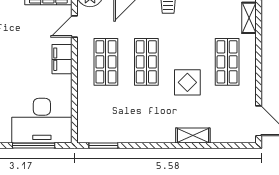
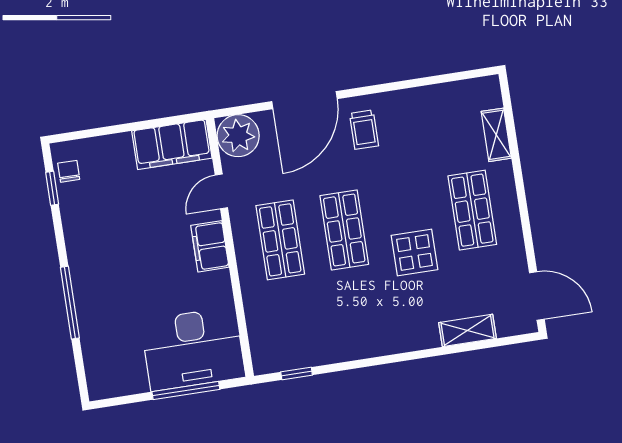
shelving: (193, 135) -> (467, 330), moved
window: (103, 146) -> (297, 373), width x0.67

